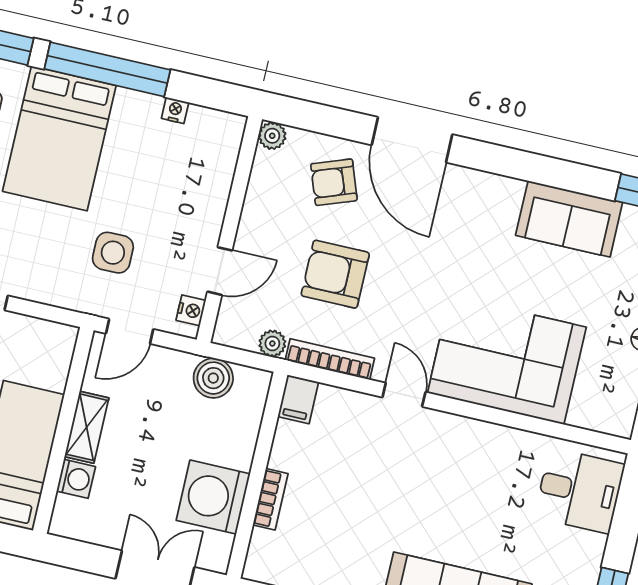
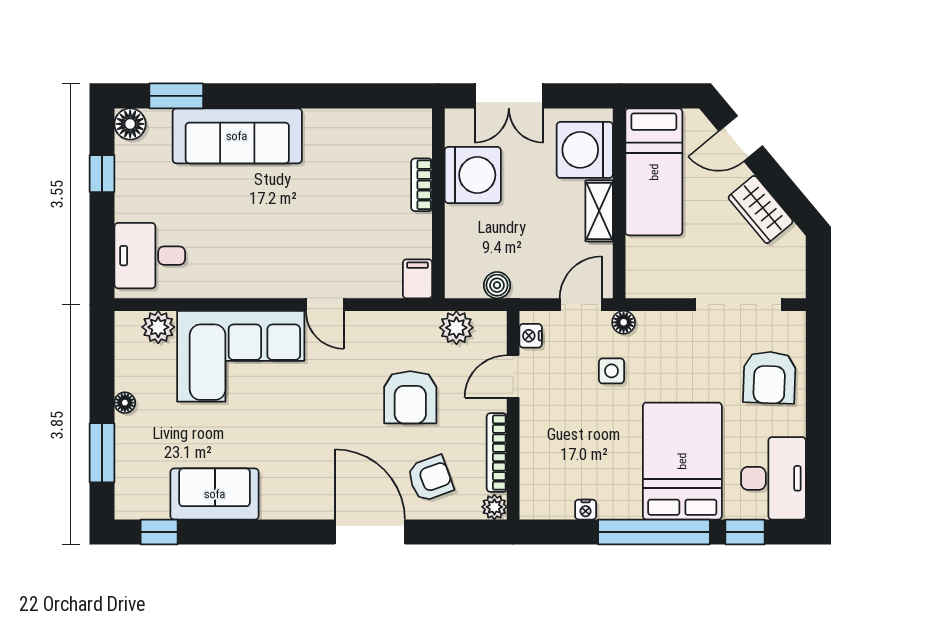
side table: (113, 253) -> (611, 371), width x0.73, depth x0.73
armchair: (335, 274) -> (410, 397), turned 90
floor lamp: (88, 302) -> (624, 322), added
plant: (272, 343) -> (456, 328), width x1.38, depth x1.38
bookcase: (330, 359) -> (497, 453), moved, turned 90
boiler: (213, 378) -> (497, 285), width x0.73, depth x0.73
plant: (588, 412) -> (158, 327), added
washing machine: (76, 479) -> (585, 150), width x1.89, depth x1.89

